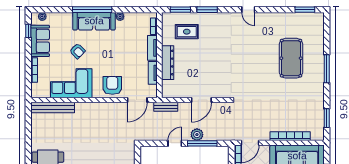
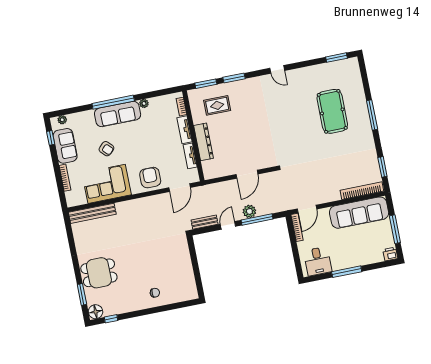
bench: (166, 107) -> (205, 222), moved
bookcase: (290, 136) -> (362, 191), moved

